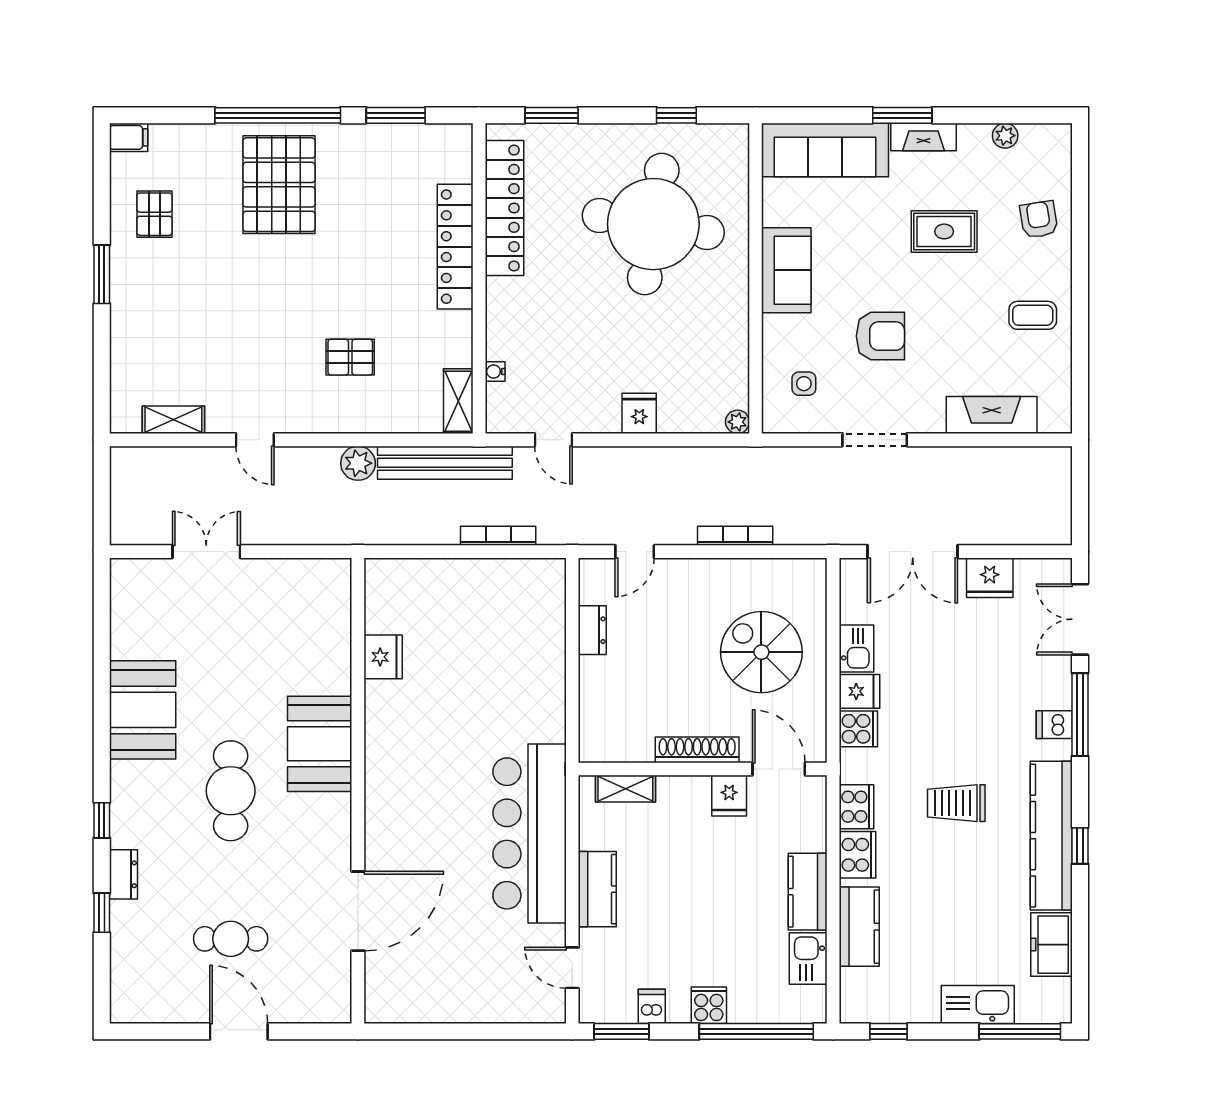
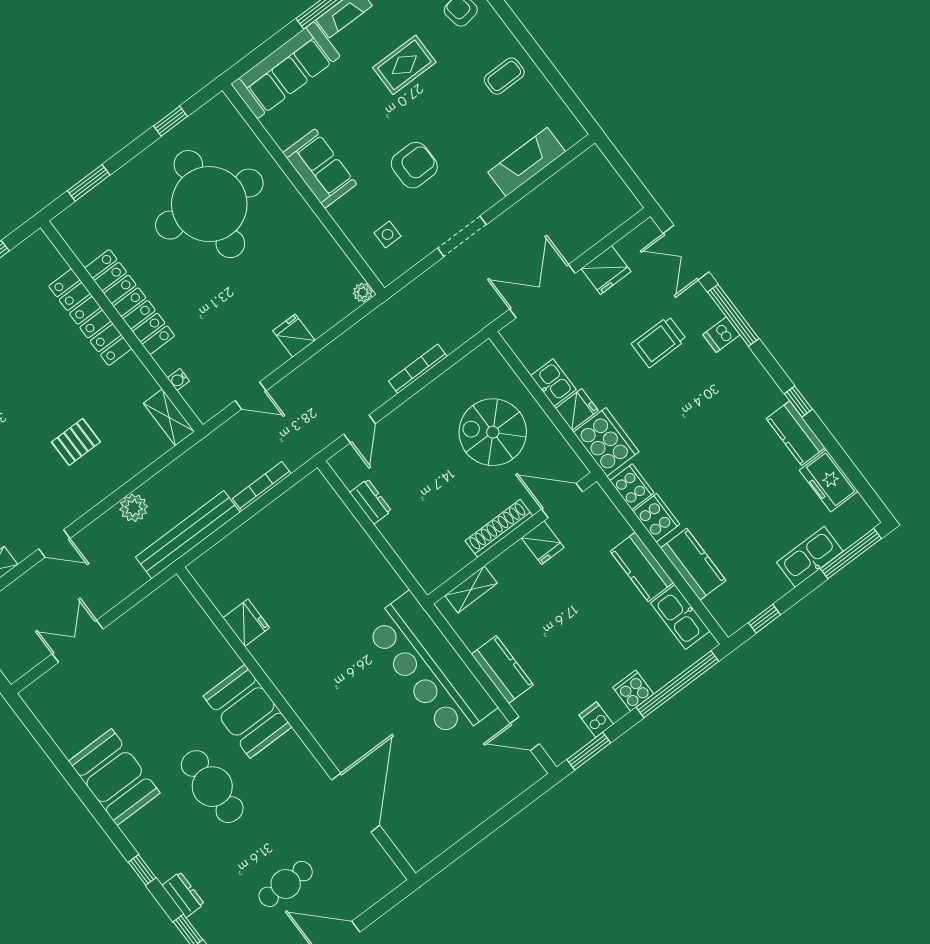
locker: (504, 208) -> (130, 302), moved
bench: (445, 463) -> (188, 535), moved
double door: (913, 552) -> (542, 291), swing flipped
cooker: (858, 729) -> (606, 442), width x1.87, depth x1.31
trolley: (956, 803) -> (659, 342), moved
kitchen counter: (1051, 836) -> (796, 433), width x0.48, depth x0.86
kitchen sink: (808, 959) -> (680, 617), width x1.38

